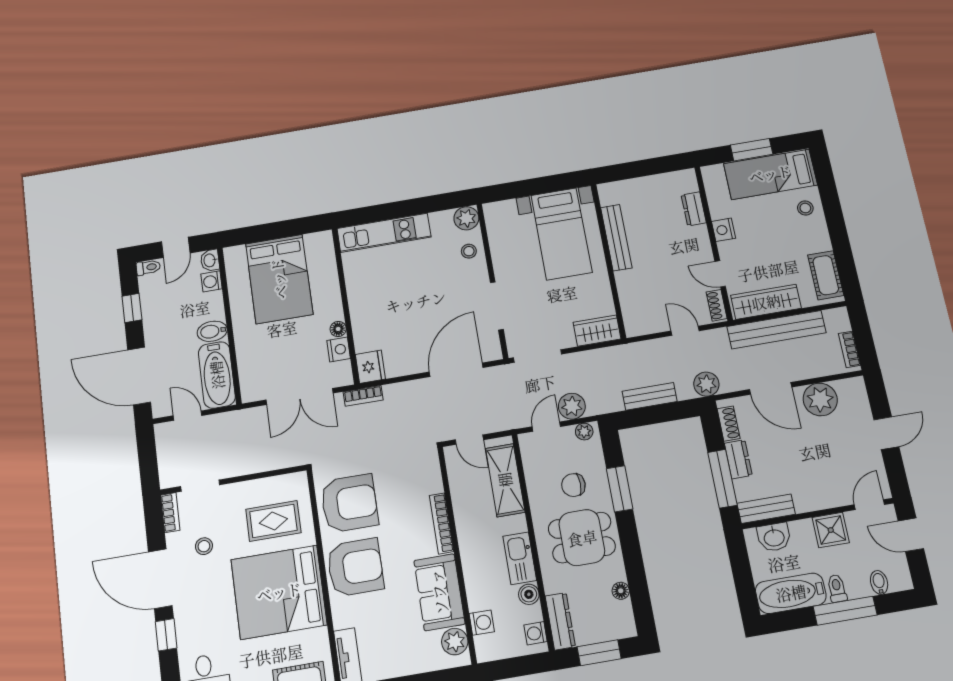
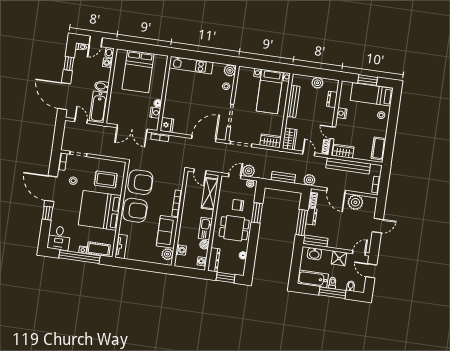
plant: (652, 186) -> (317, 83), added
wardrobe: (766, 302) -> (343, 151), width x0.67
wardrobe: (635, 314) -> (290, 139), added

